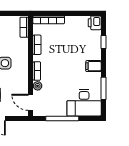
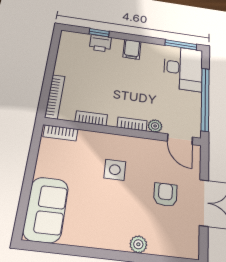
printer: (95, 23) -> (100, 43), moved
window: (103, 88) -> (181, 45), moved
door: (31, 102) -> (180, 139), hinge flipped
window: (62, 118) -> (205, 99), width x1.46

